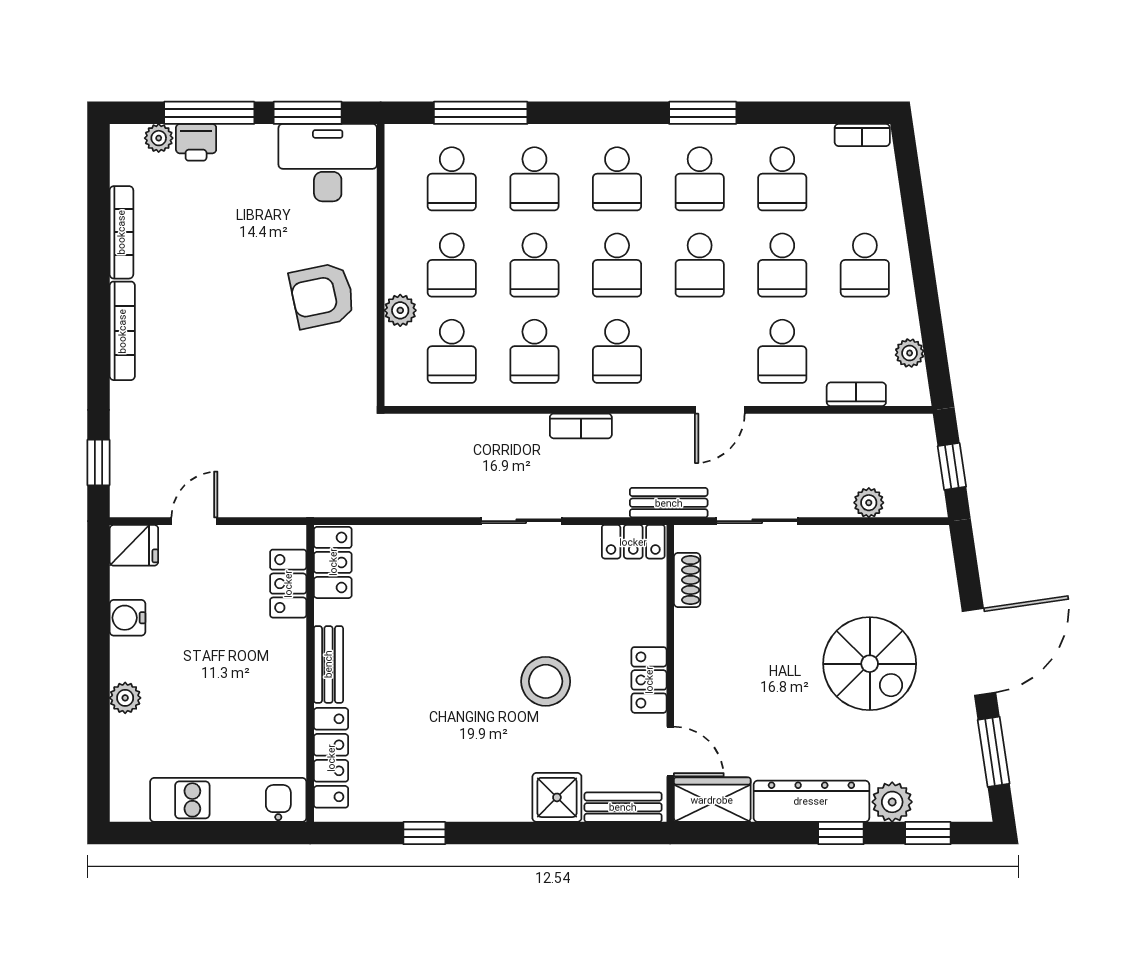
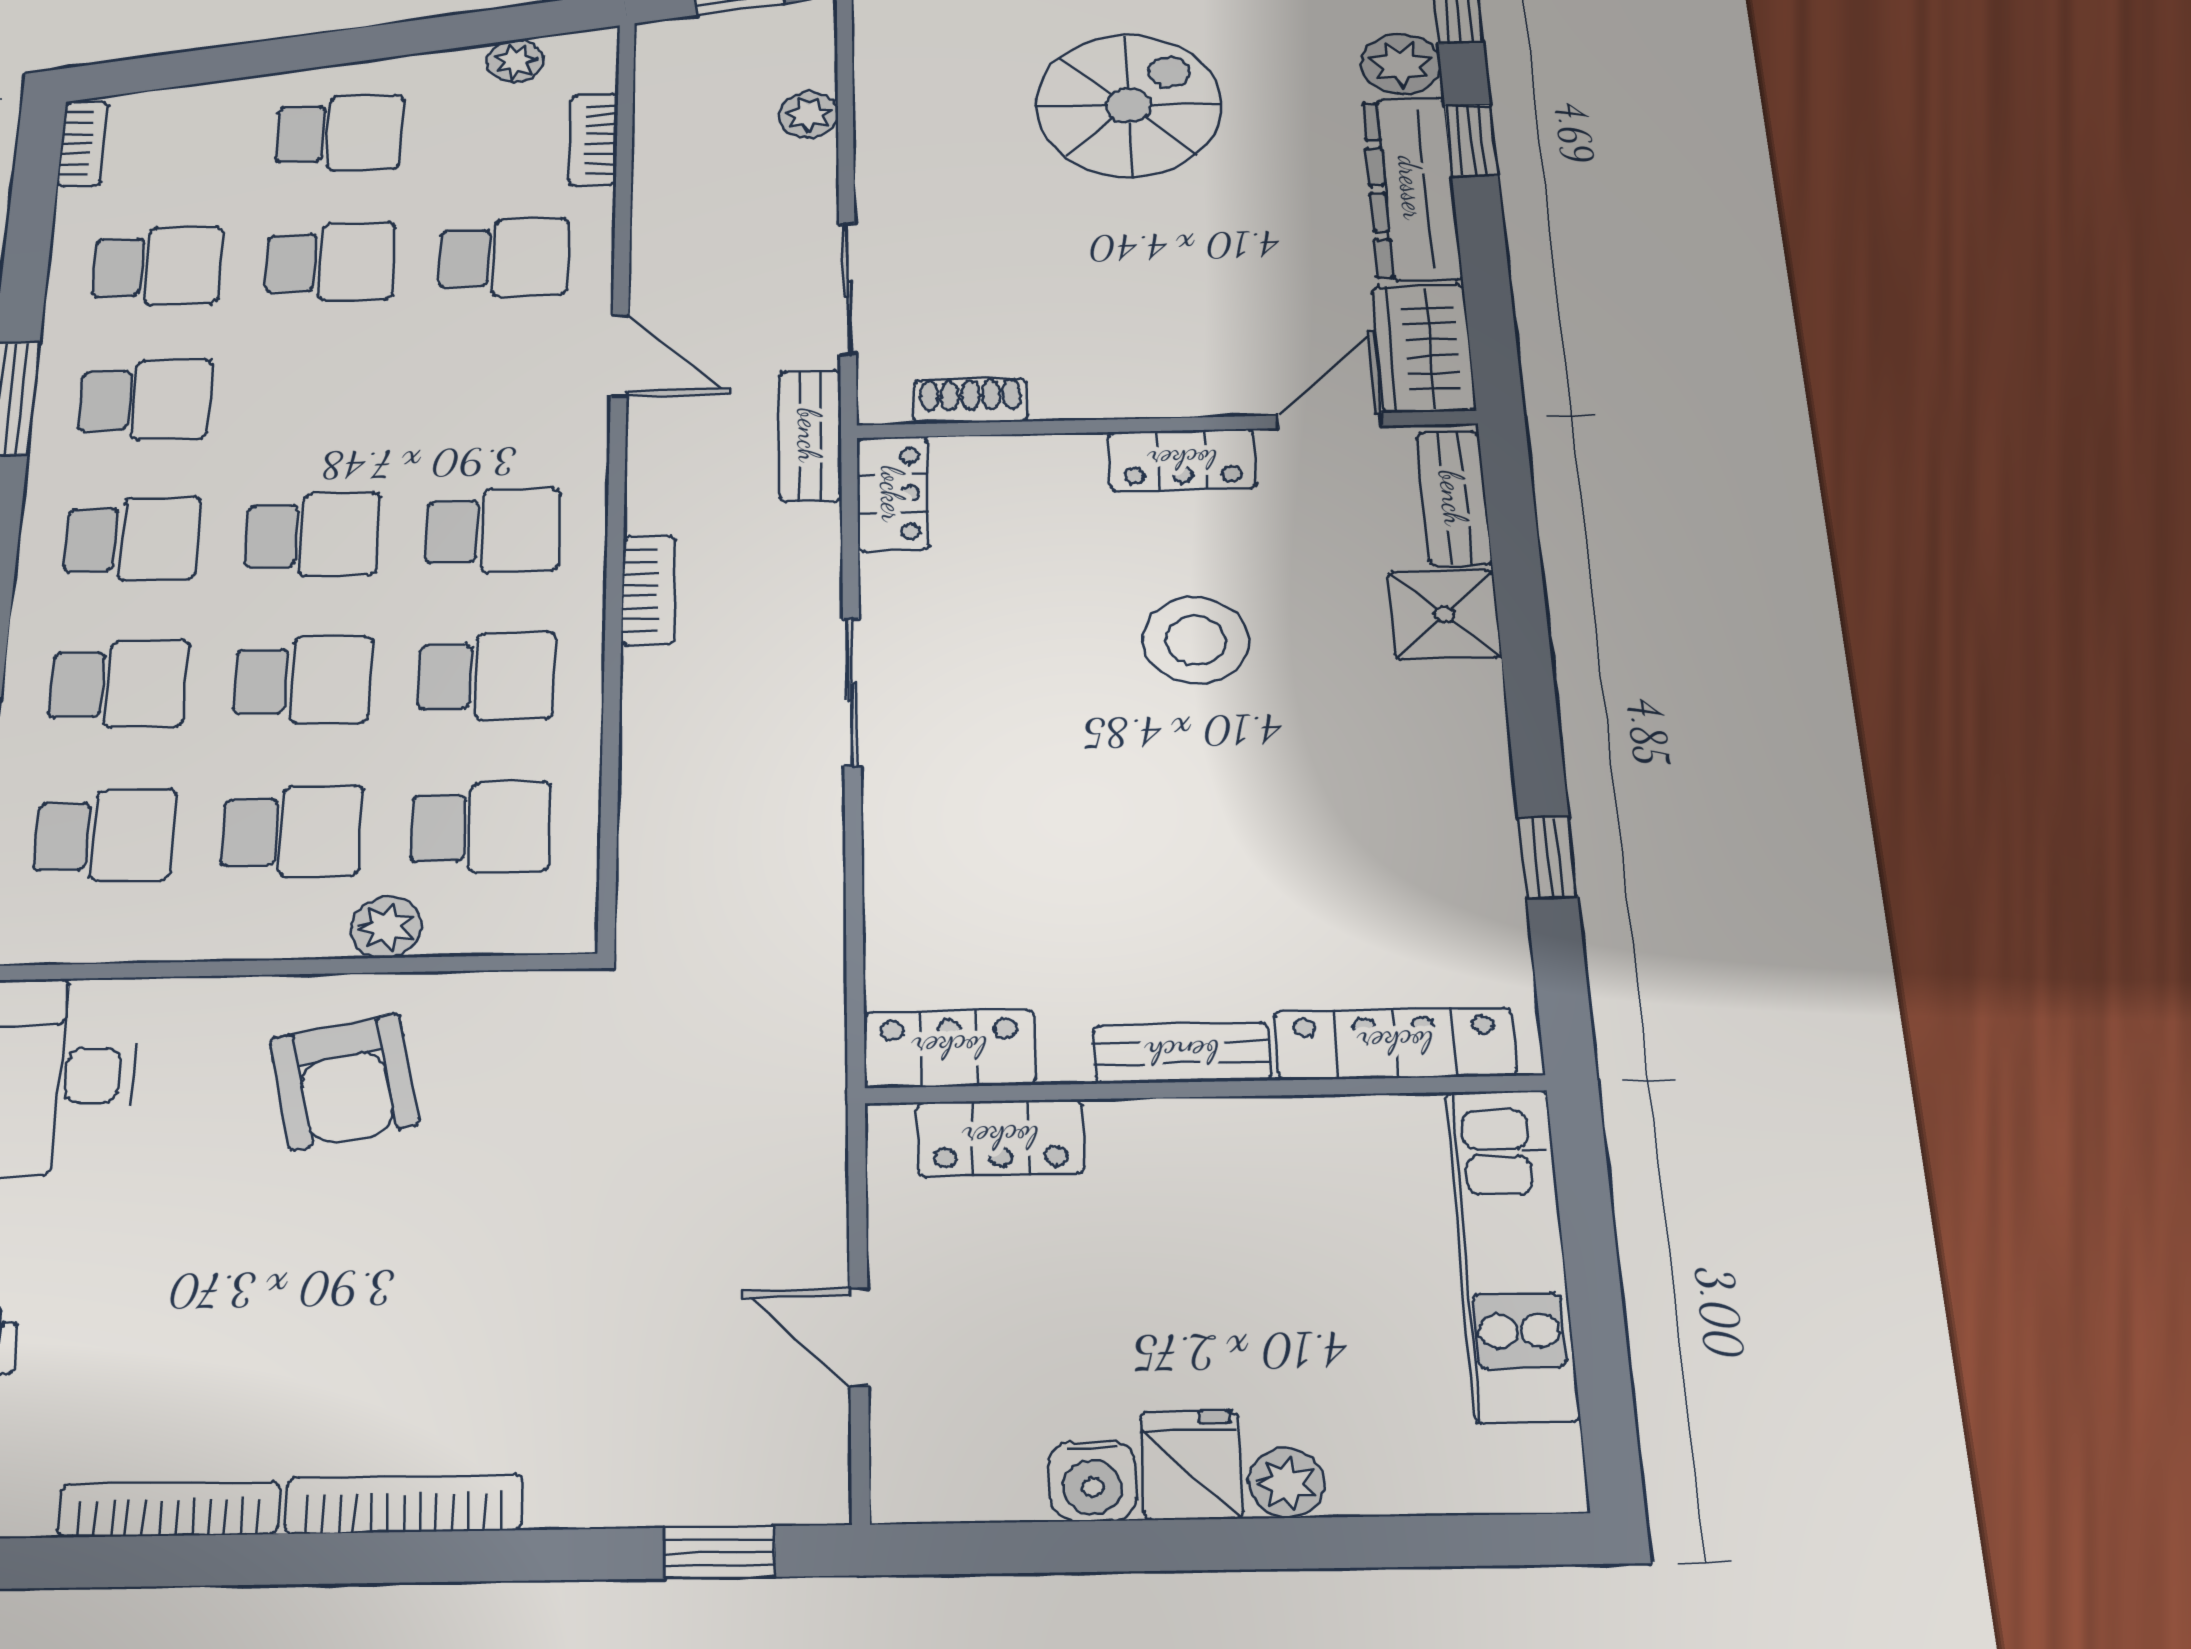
school desk: (700, 265) -> (321, 396), removed
fridge: (134, 545) -> (1191, 1465), moved

